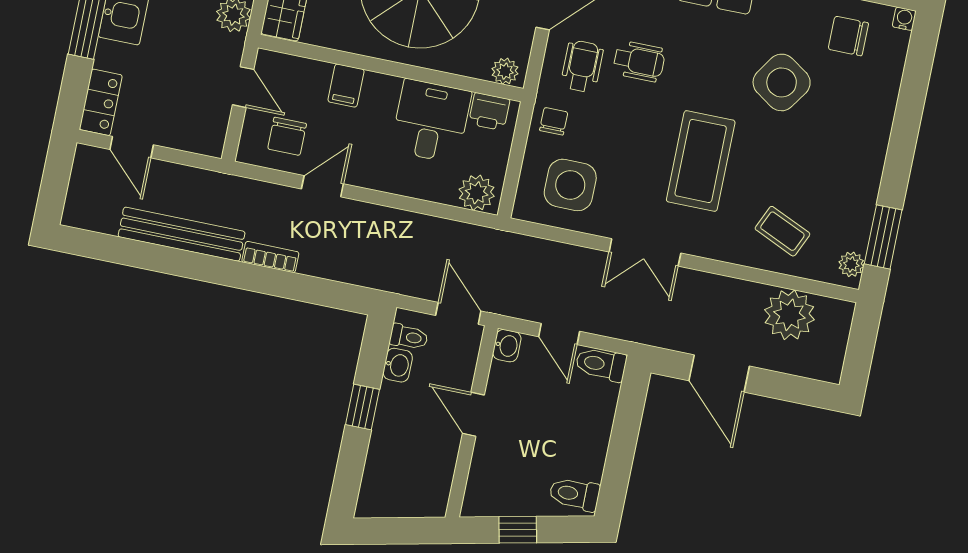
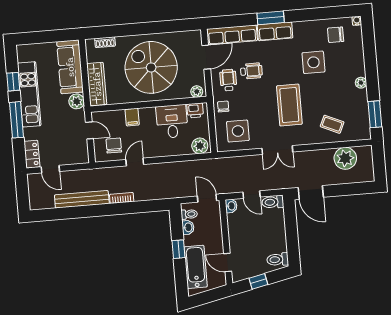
side table: (782, 82) -> (313, 62), turned -34
chair: (287, 136) -> (114, 145), turned 180
plant: (851, 264) -> (361, 83), moved
door: (719, 373) -> (311, 192), moved
door: (473, 414) -> (228, 263), moved
bathtub: (389, 457) -> (196, 267), added

